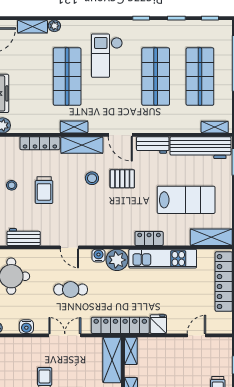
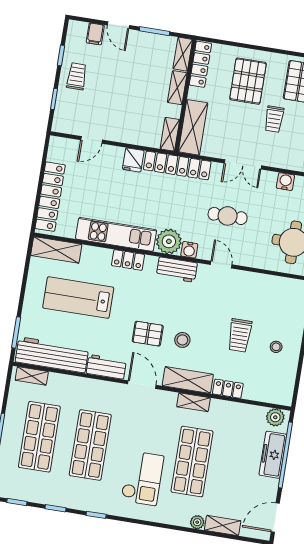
locker: (40, 143) -> (228, 389), width x0.66
trolley: (44, 190) -> (240, 335), turned 180
workbench: (24, 237) -> (177, 270), moved

